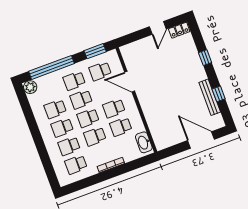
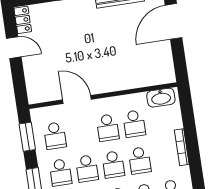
door: (130, 82) -> (77, 100), swing flipped

